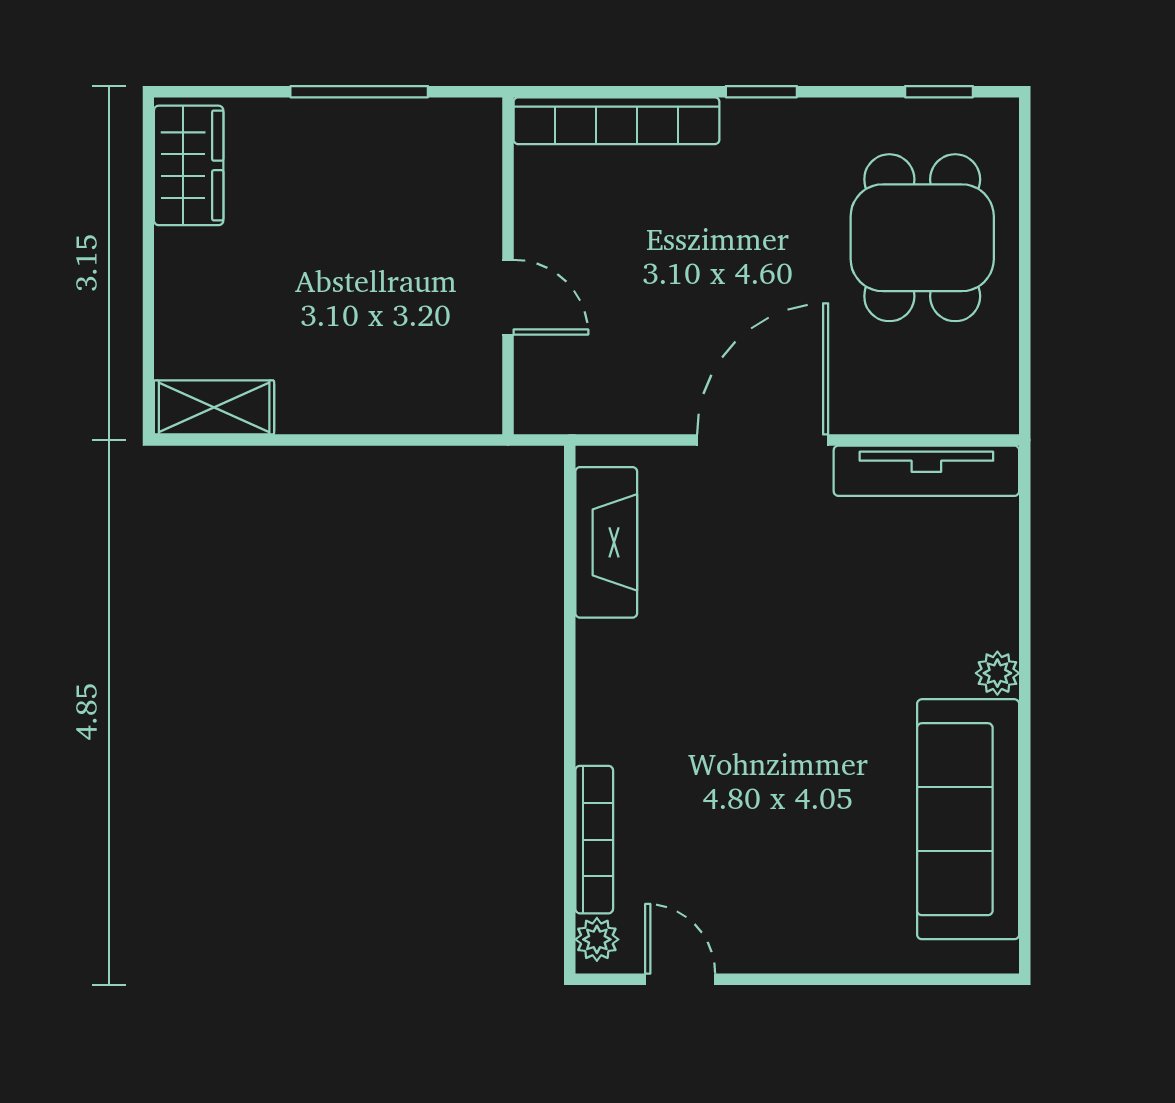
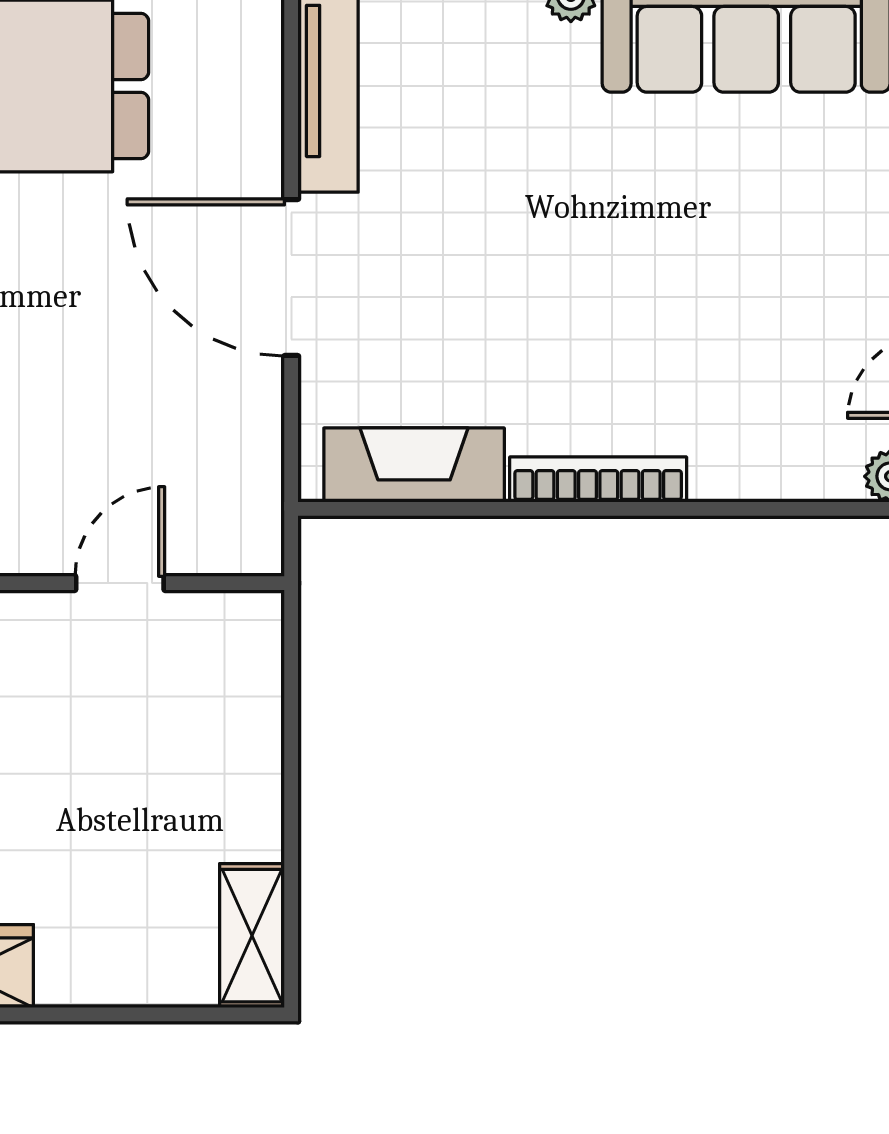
bookcase: (594, 840) -> (598, 480), moved

